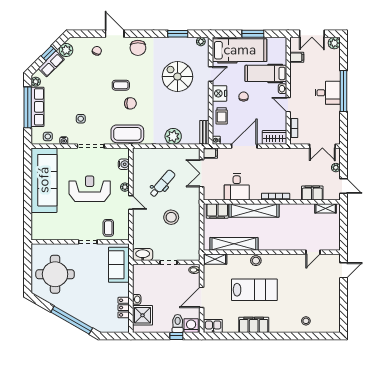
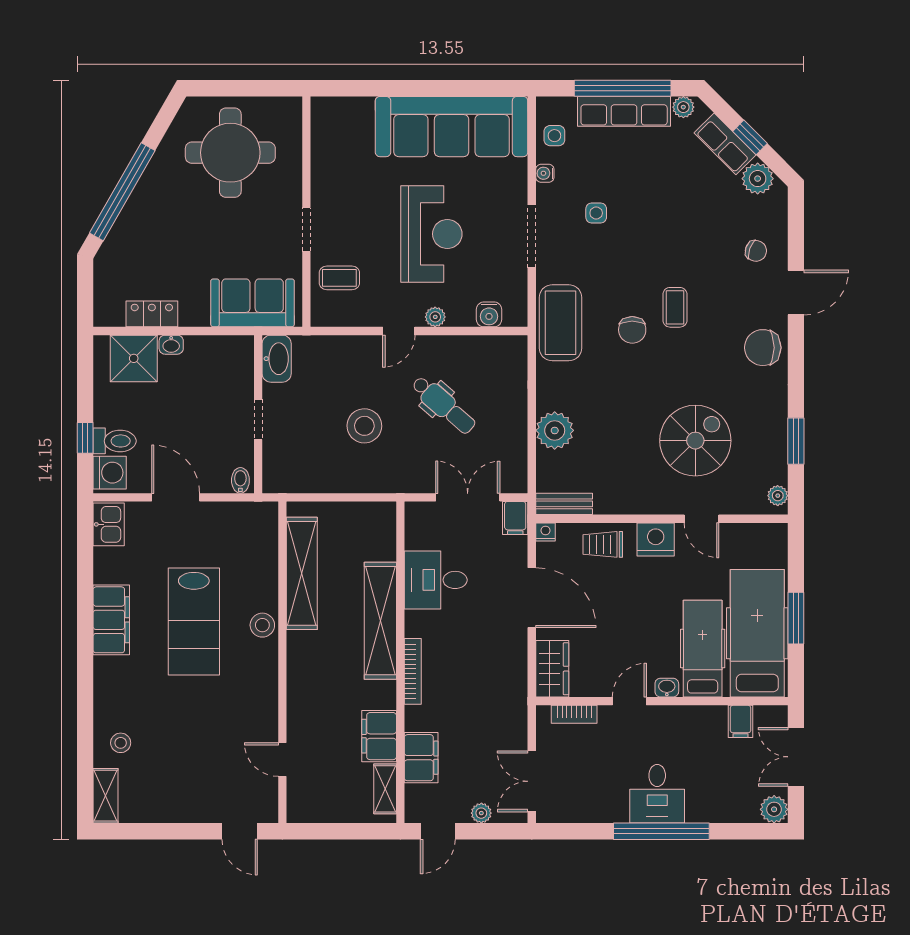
hospital bed: (240, 50) -> (757, 633), moved, turned 180
chair: (244, 97) -> (648, 596), removed
filing cabinet: (217, 211) -> (379, 736), moved
shelving: (215, 259) -> (106, 796), moved

